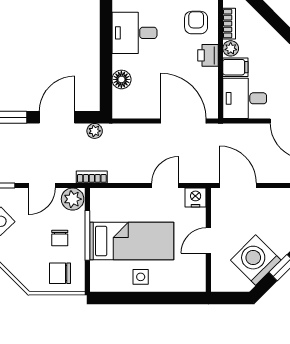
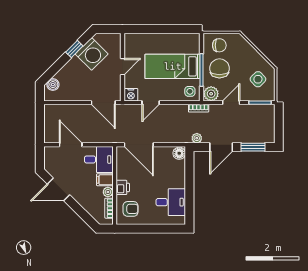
armchair: (196, 23) -> (131, 209), turned -90
floor lamp: (121, 79) -> (179, 153), moved
chair: (60, 238) -> (219, 68), width x1.87, depth x1.87
side table: (141, 277) -> (190, 91), moved

